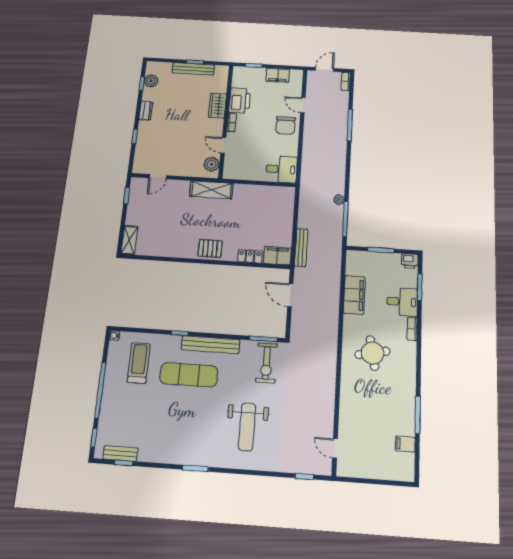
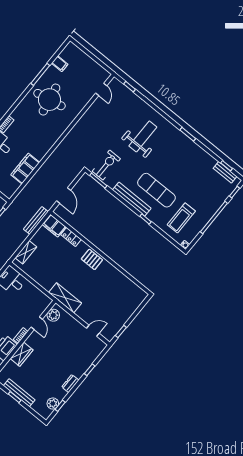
shelving: (129, 240) -> (26, 252), moved
round table: (372, 353) -> (49, 100), moved, width x1.36, depth x1.36

